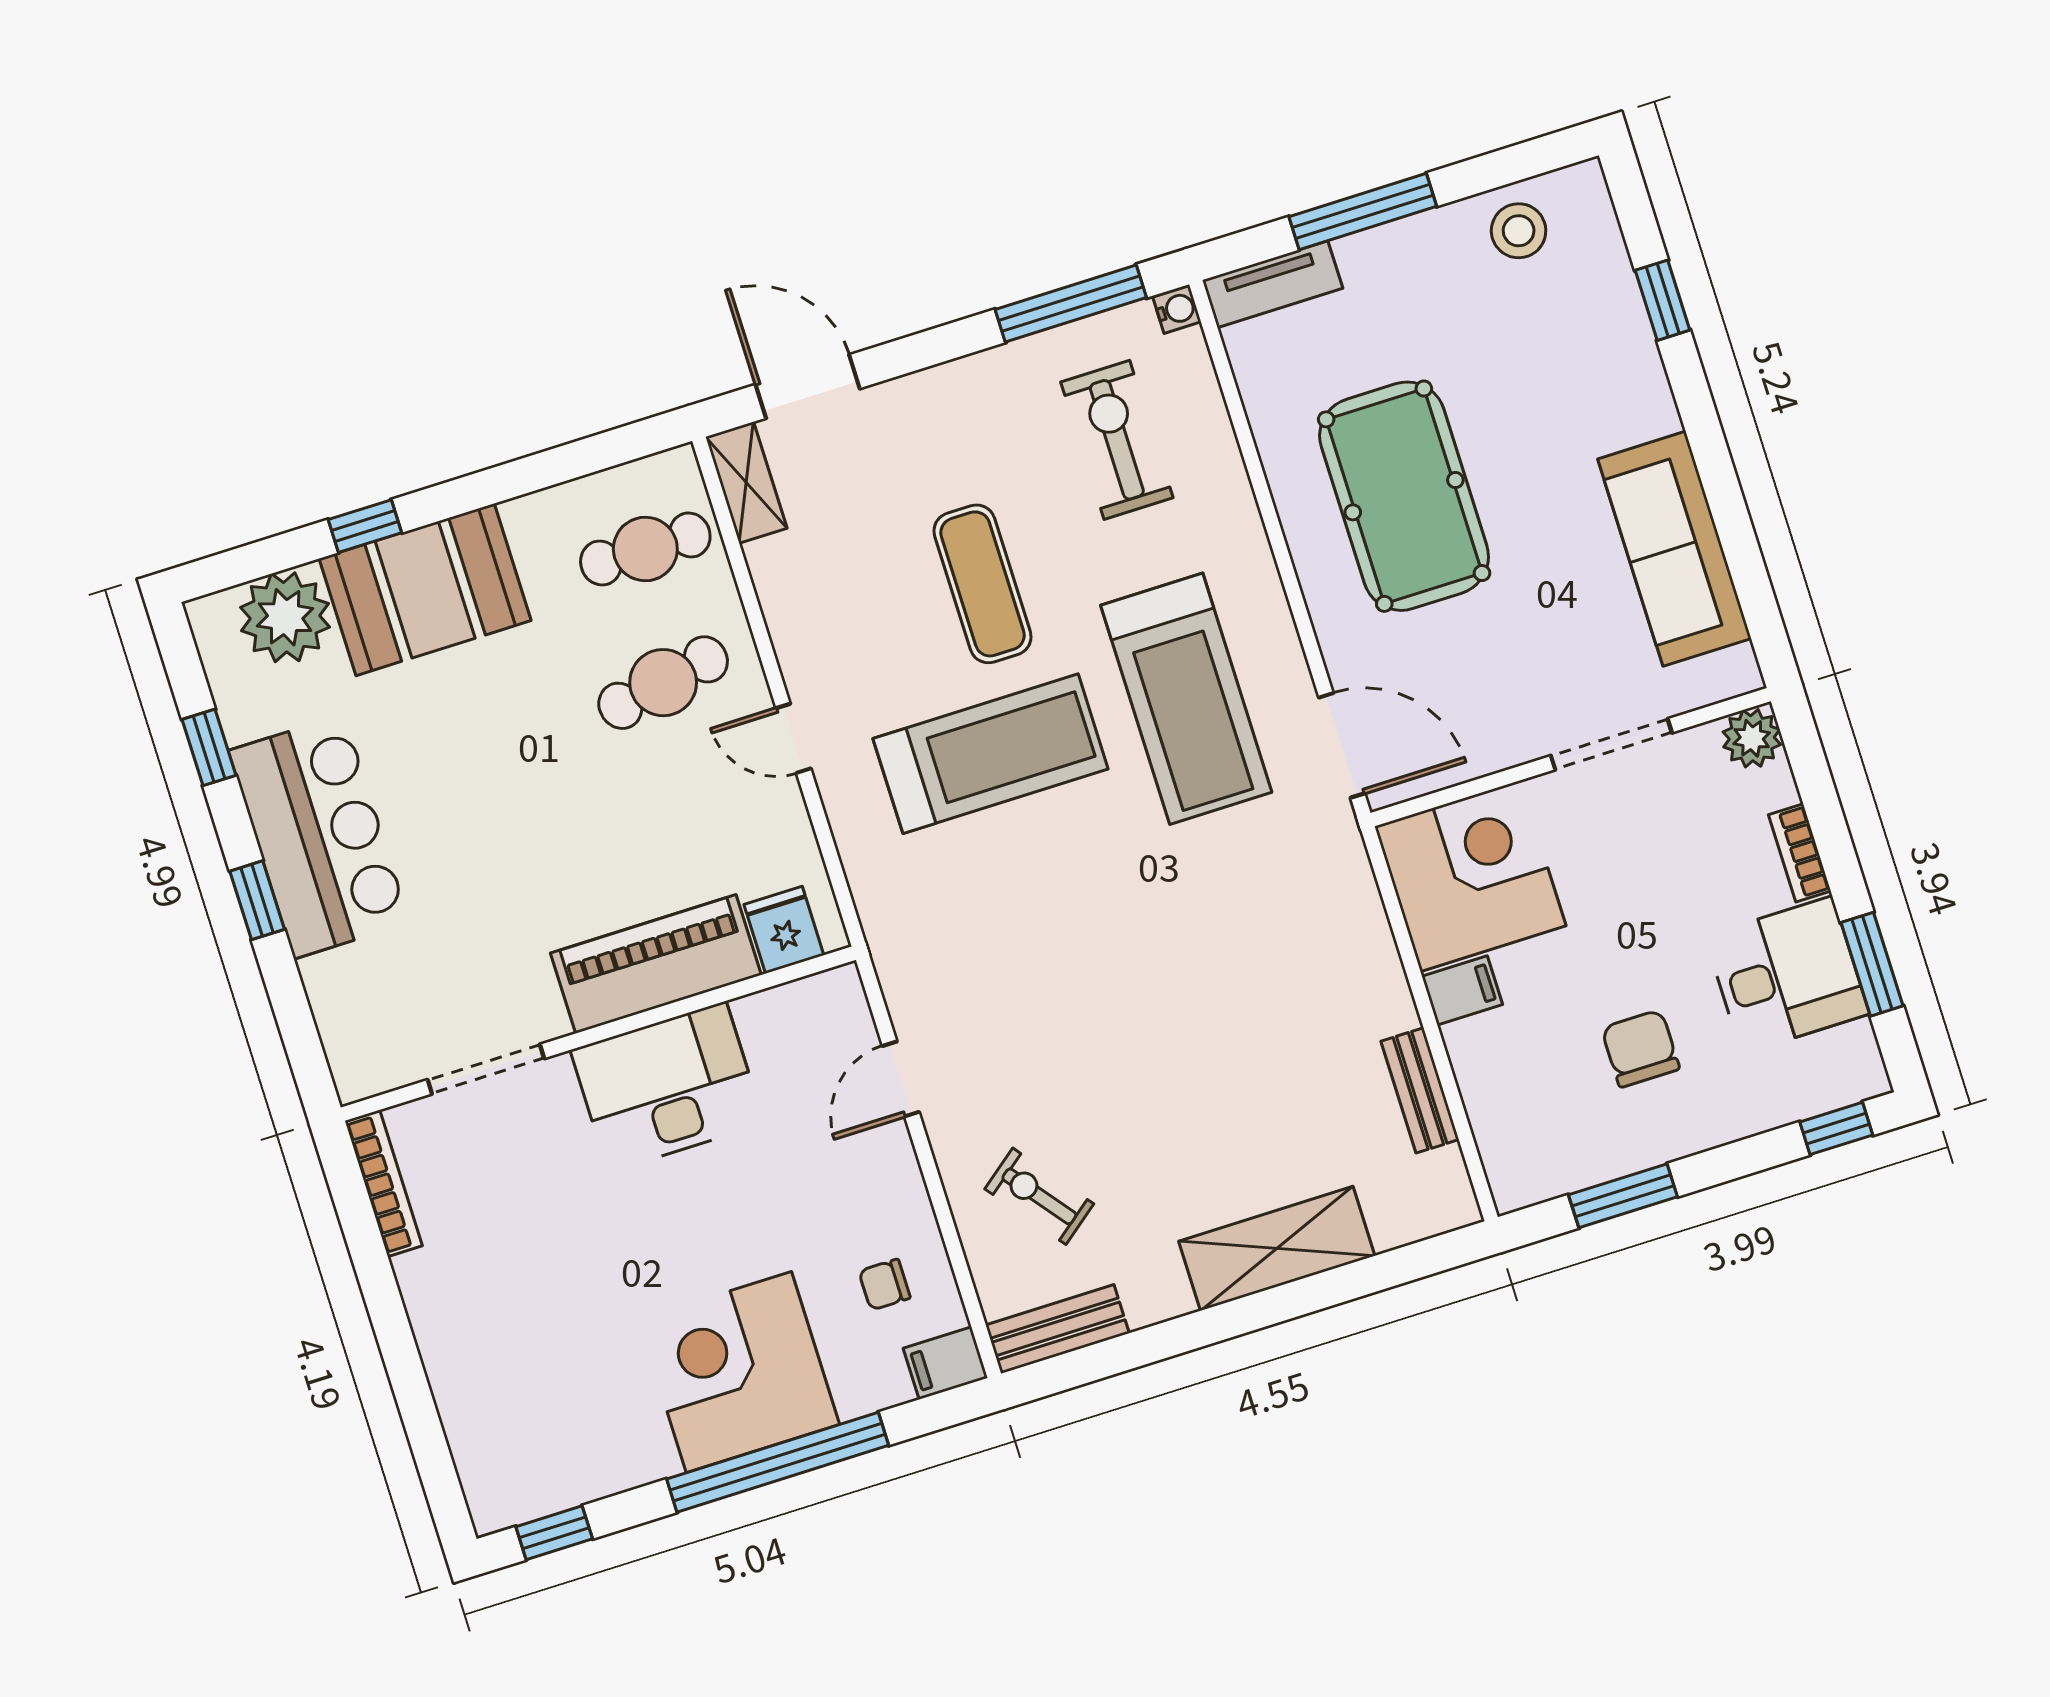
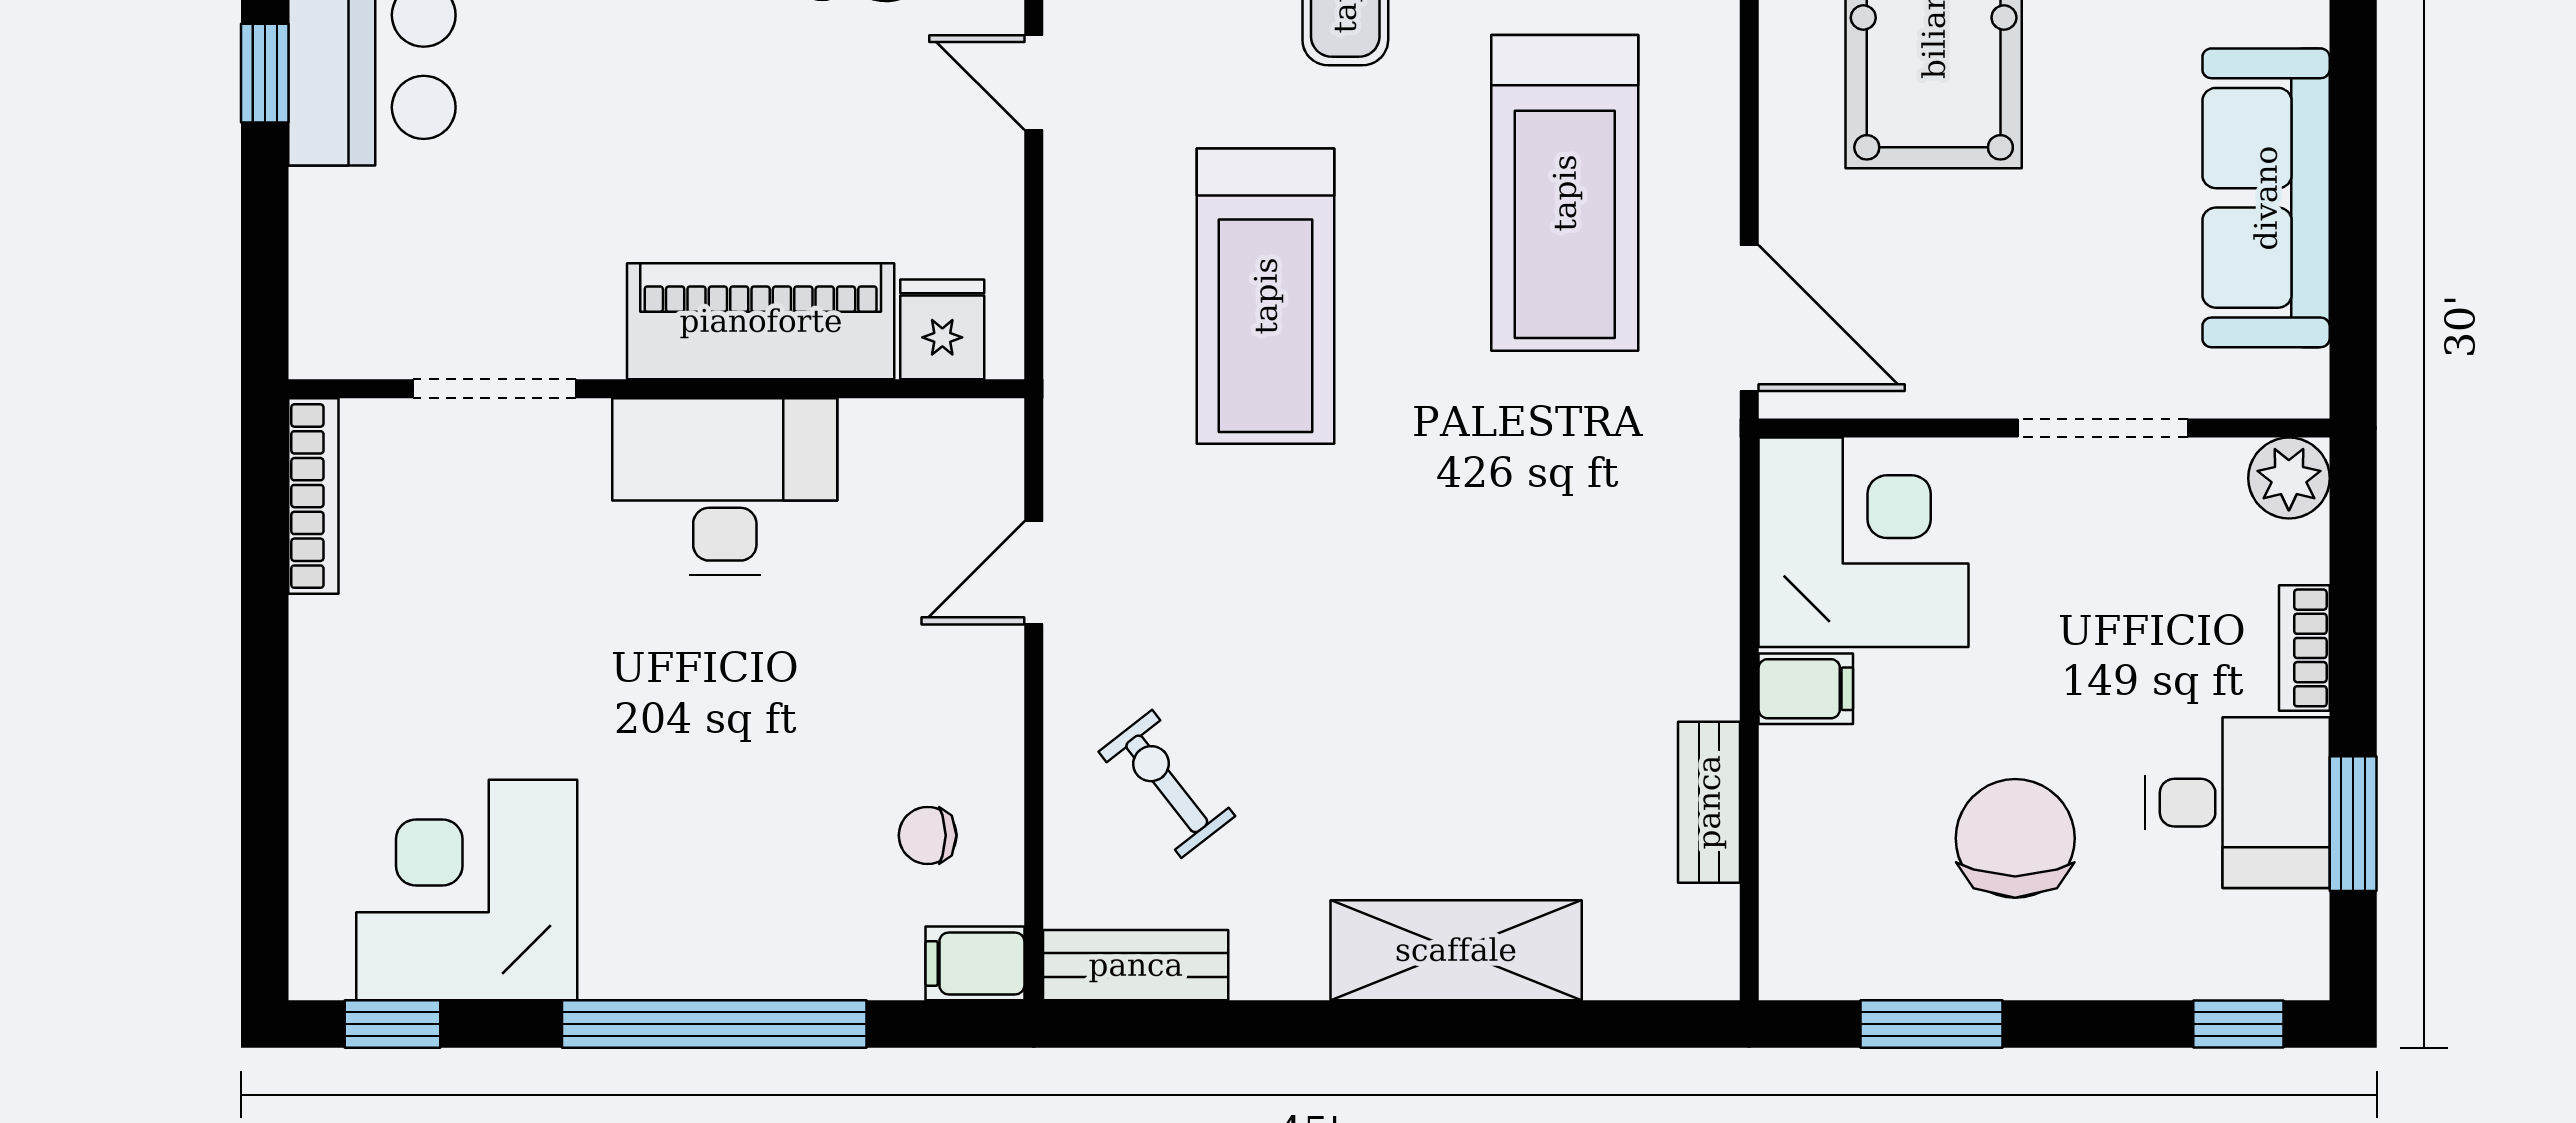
treadmill: (991, 754) -> (1266, 296), moved, turned 90
chair: (1640, 1048) -> (2015, 838), width x1.37, depth x1.37
corner desk: (739, 1372) -> (467, 890), moved

